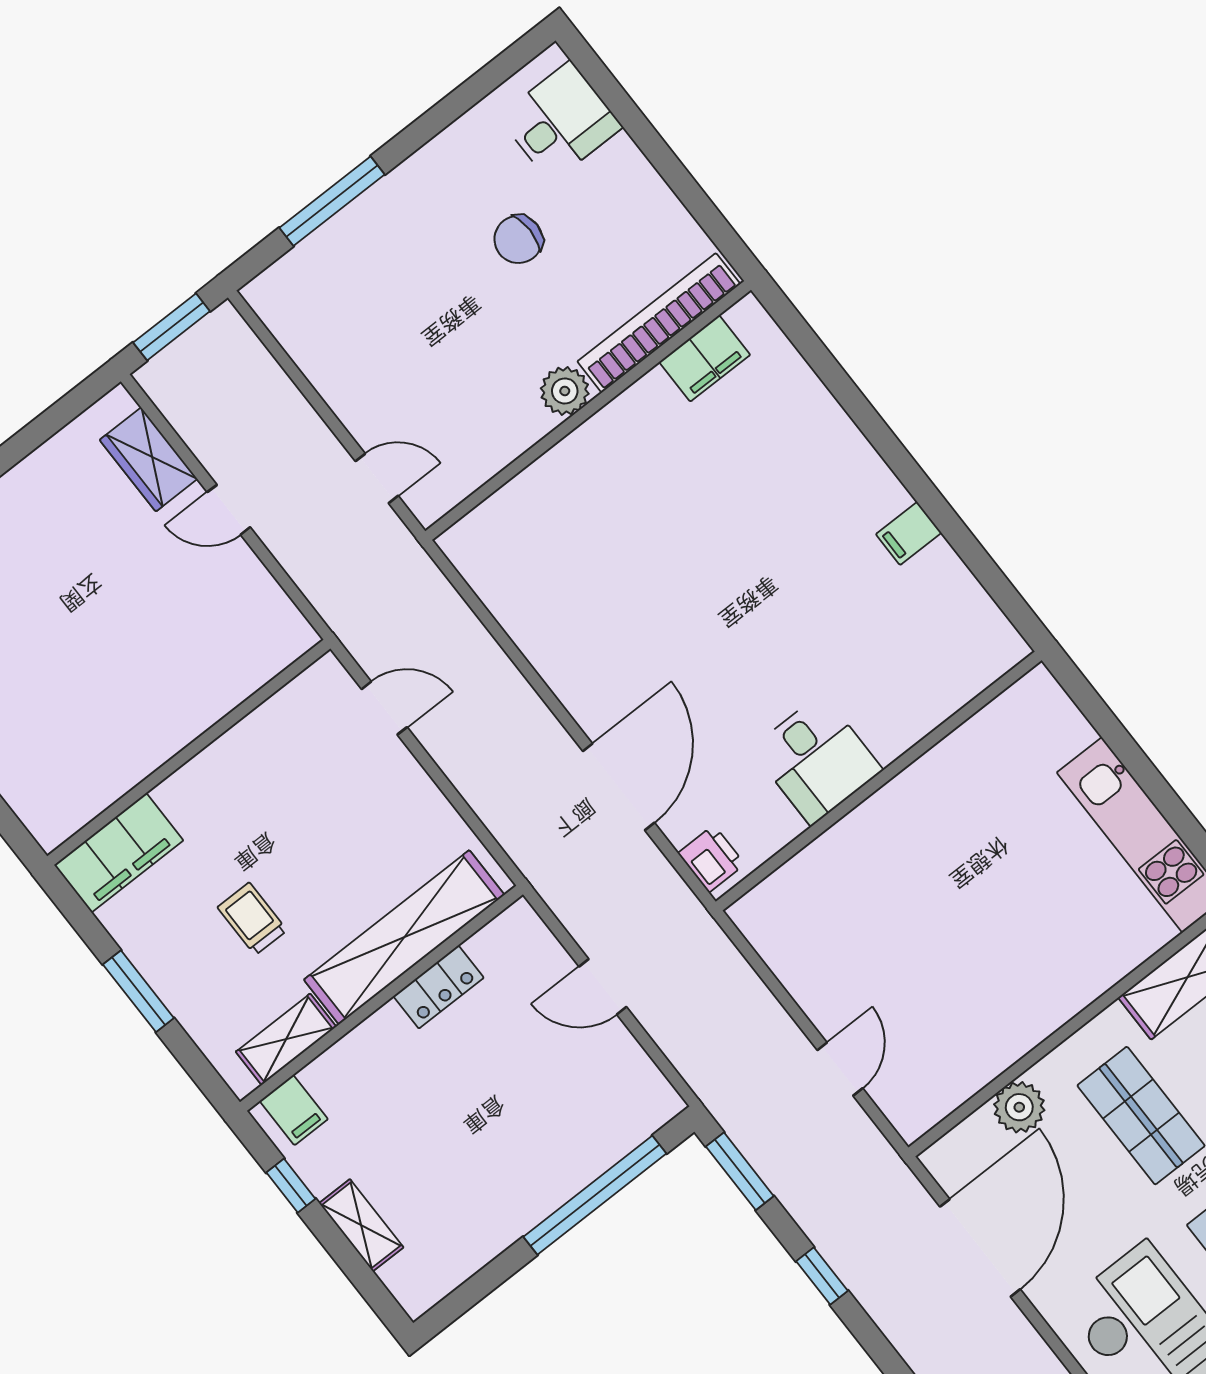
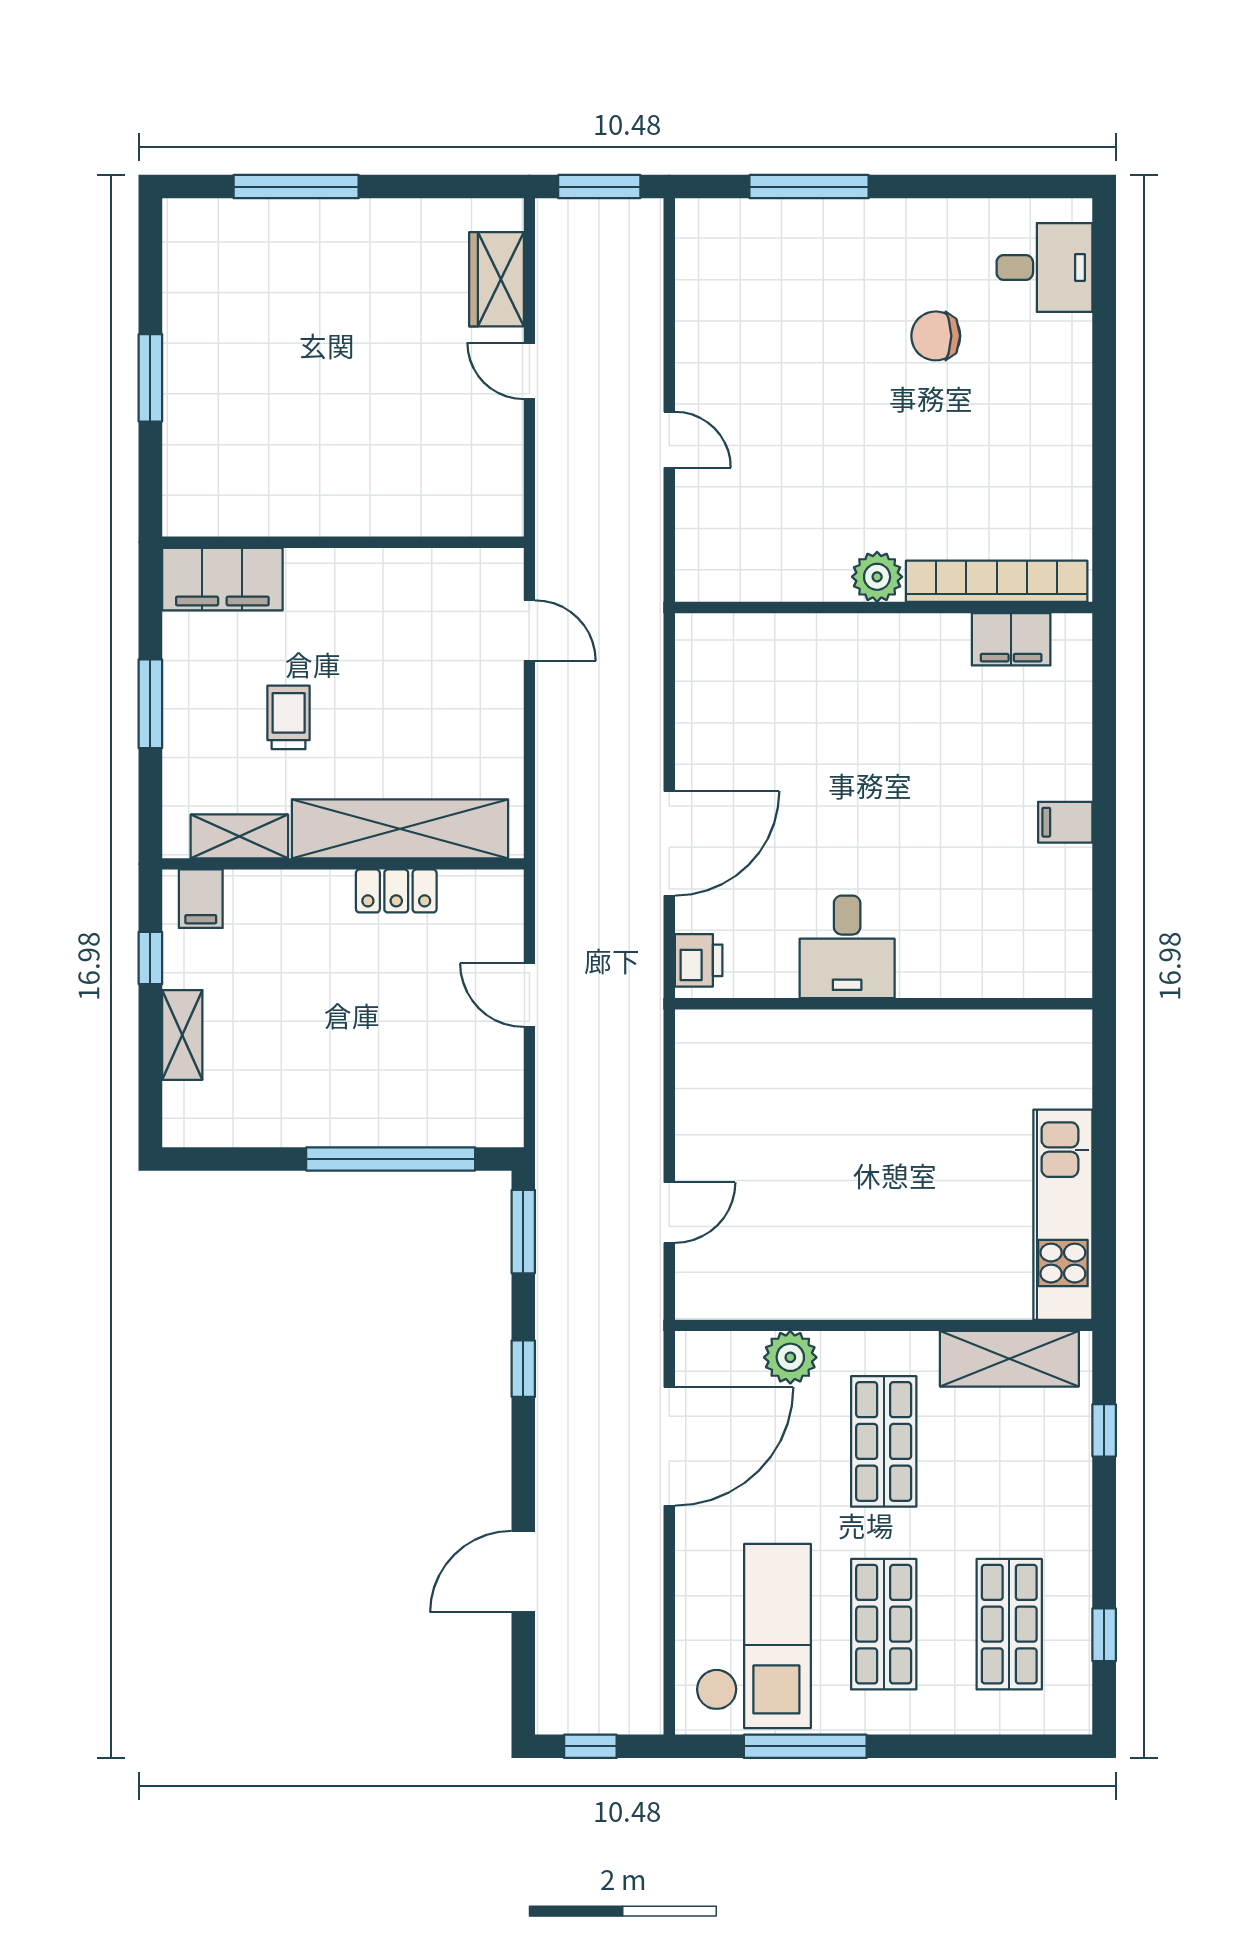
bookcase: (659, 323) -> (997, 581), moved
filing cabinet: (705, 358) -> (1011, 639), moved
plant: (565, 391) -> (877, 577), moved
wall: (588, 410) -> (884, 608), moved

